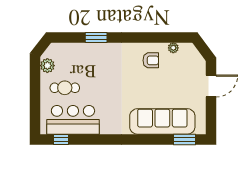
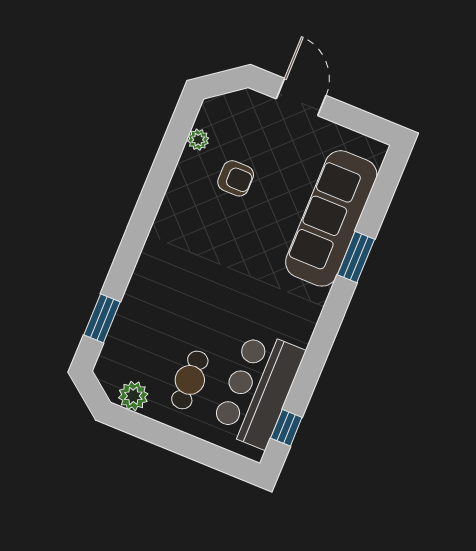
window: (96, 38) -> (102, 318), moved
armchair: (151, 60) -> (236, 178), moved, turned 90
window: (184, 139) -> (356, 257), moved

